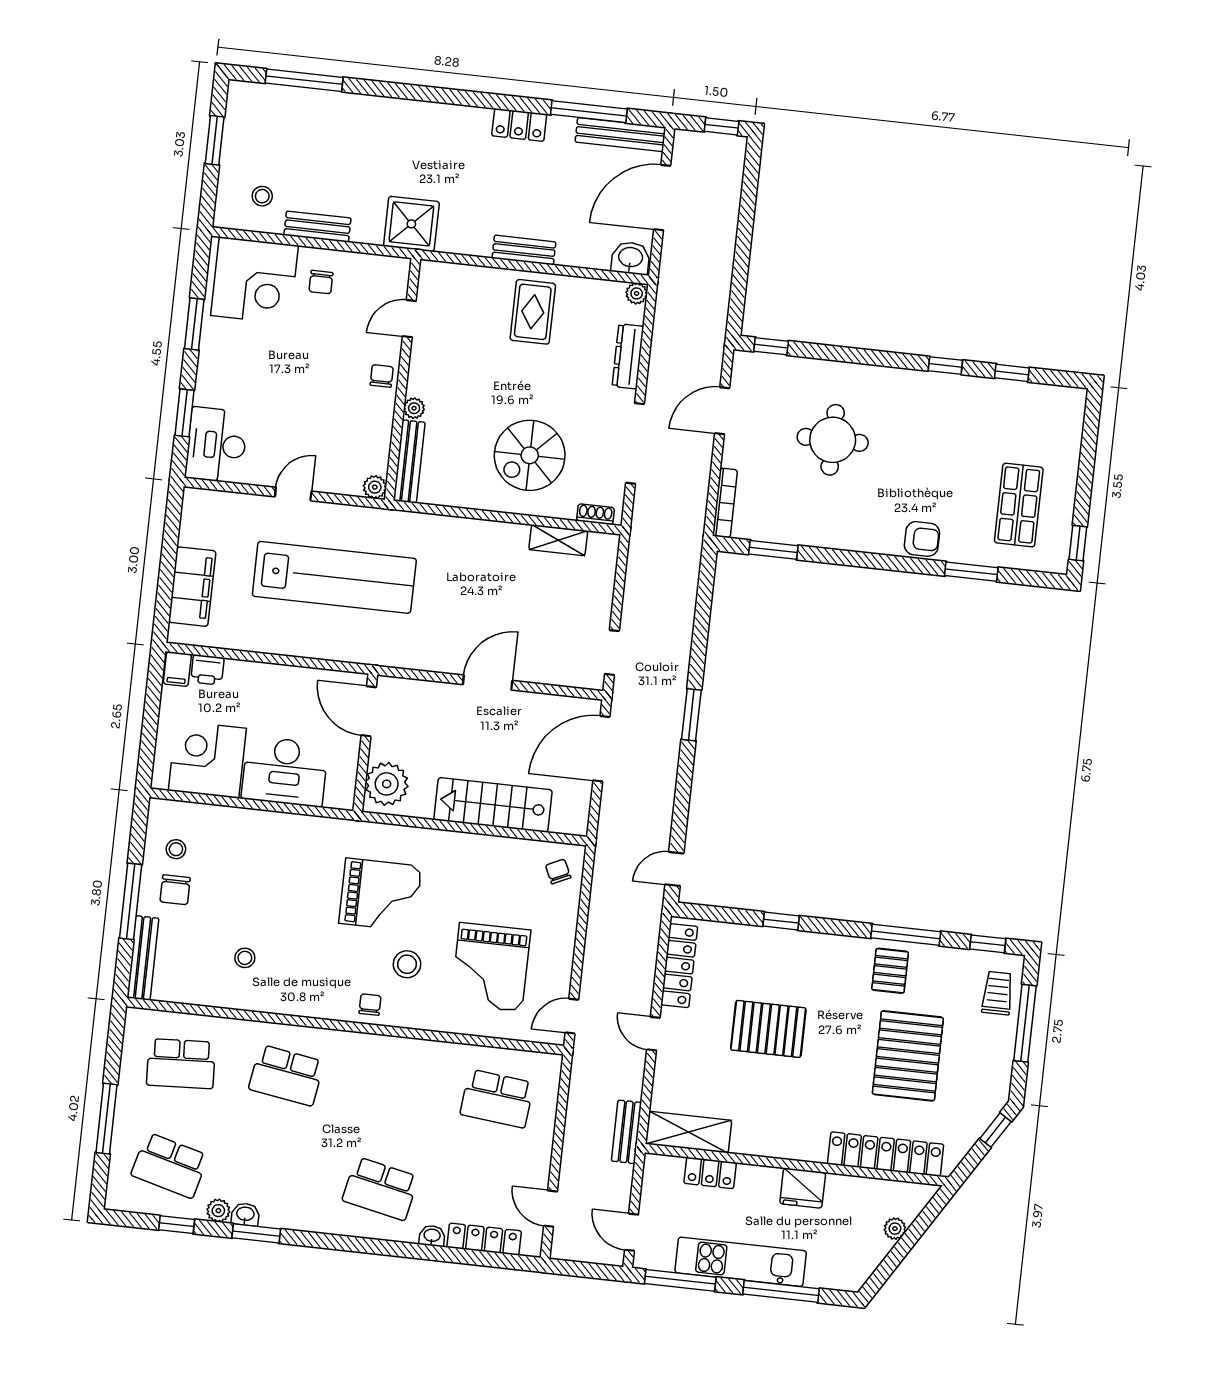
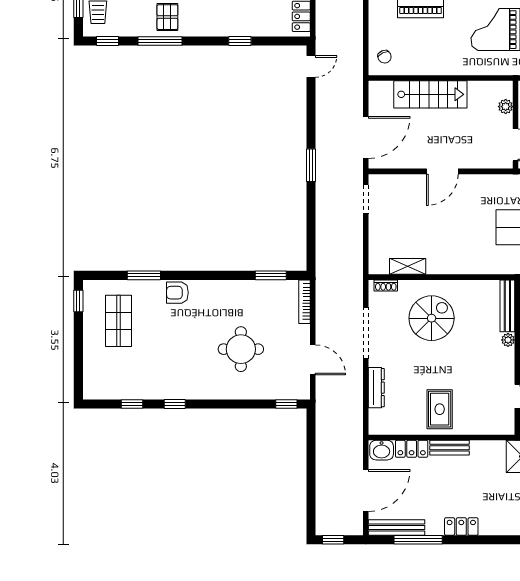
locker: (583, 255) -> (412, 449), added
plant: (637, 293) -> (375, 428), removed
door: (722, 411) -> (313, 360), hinge flipped
plant: (387, 784) -> (506, 107), width x0.53, depth x0.53

